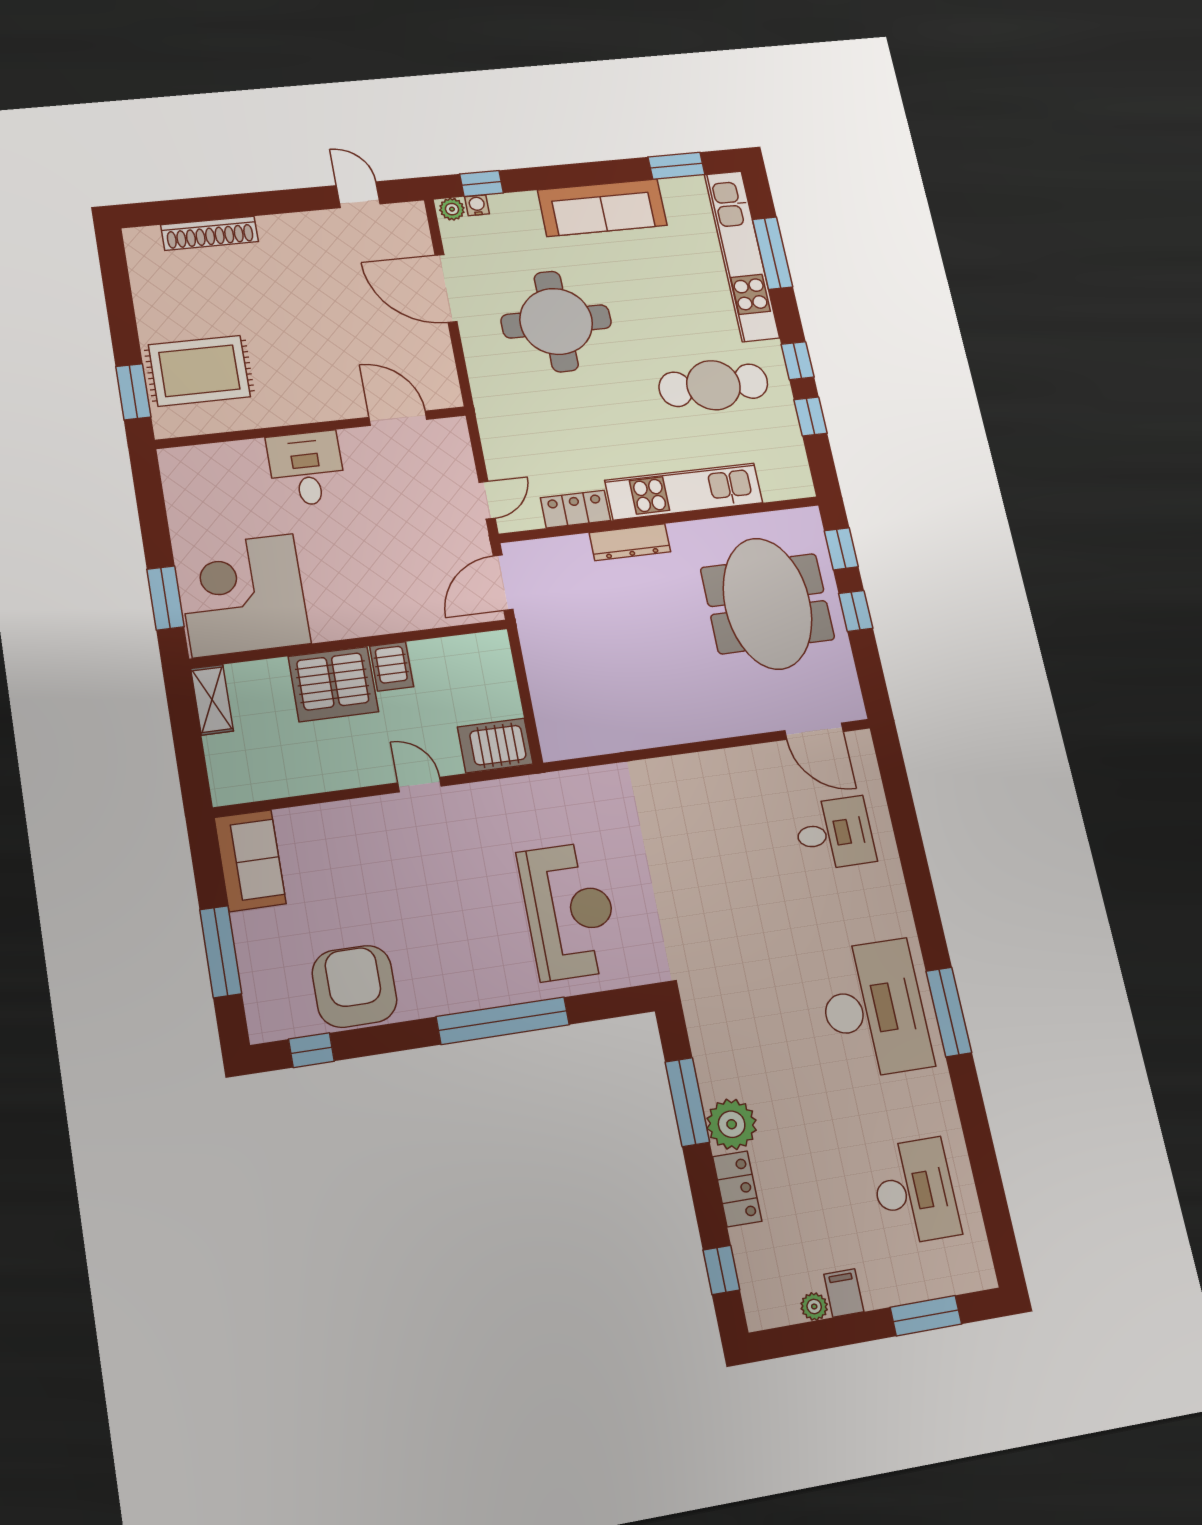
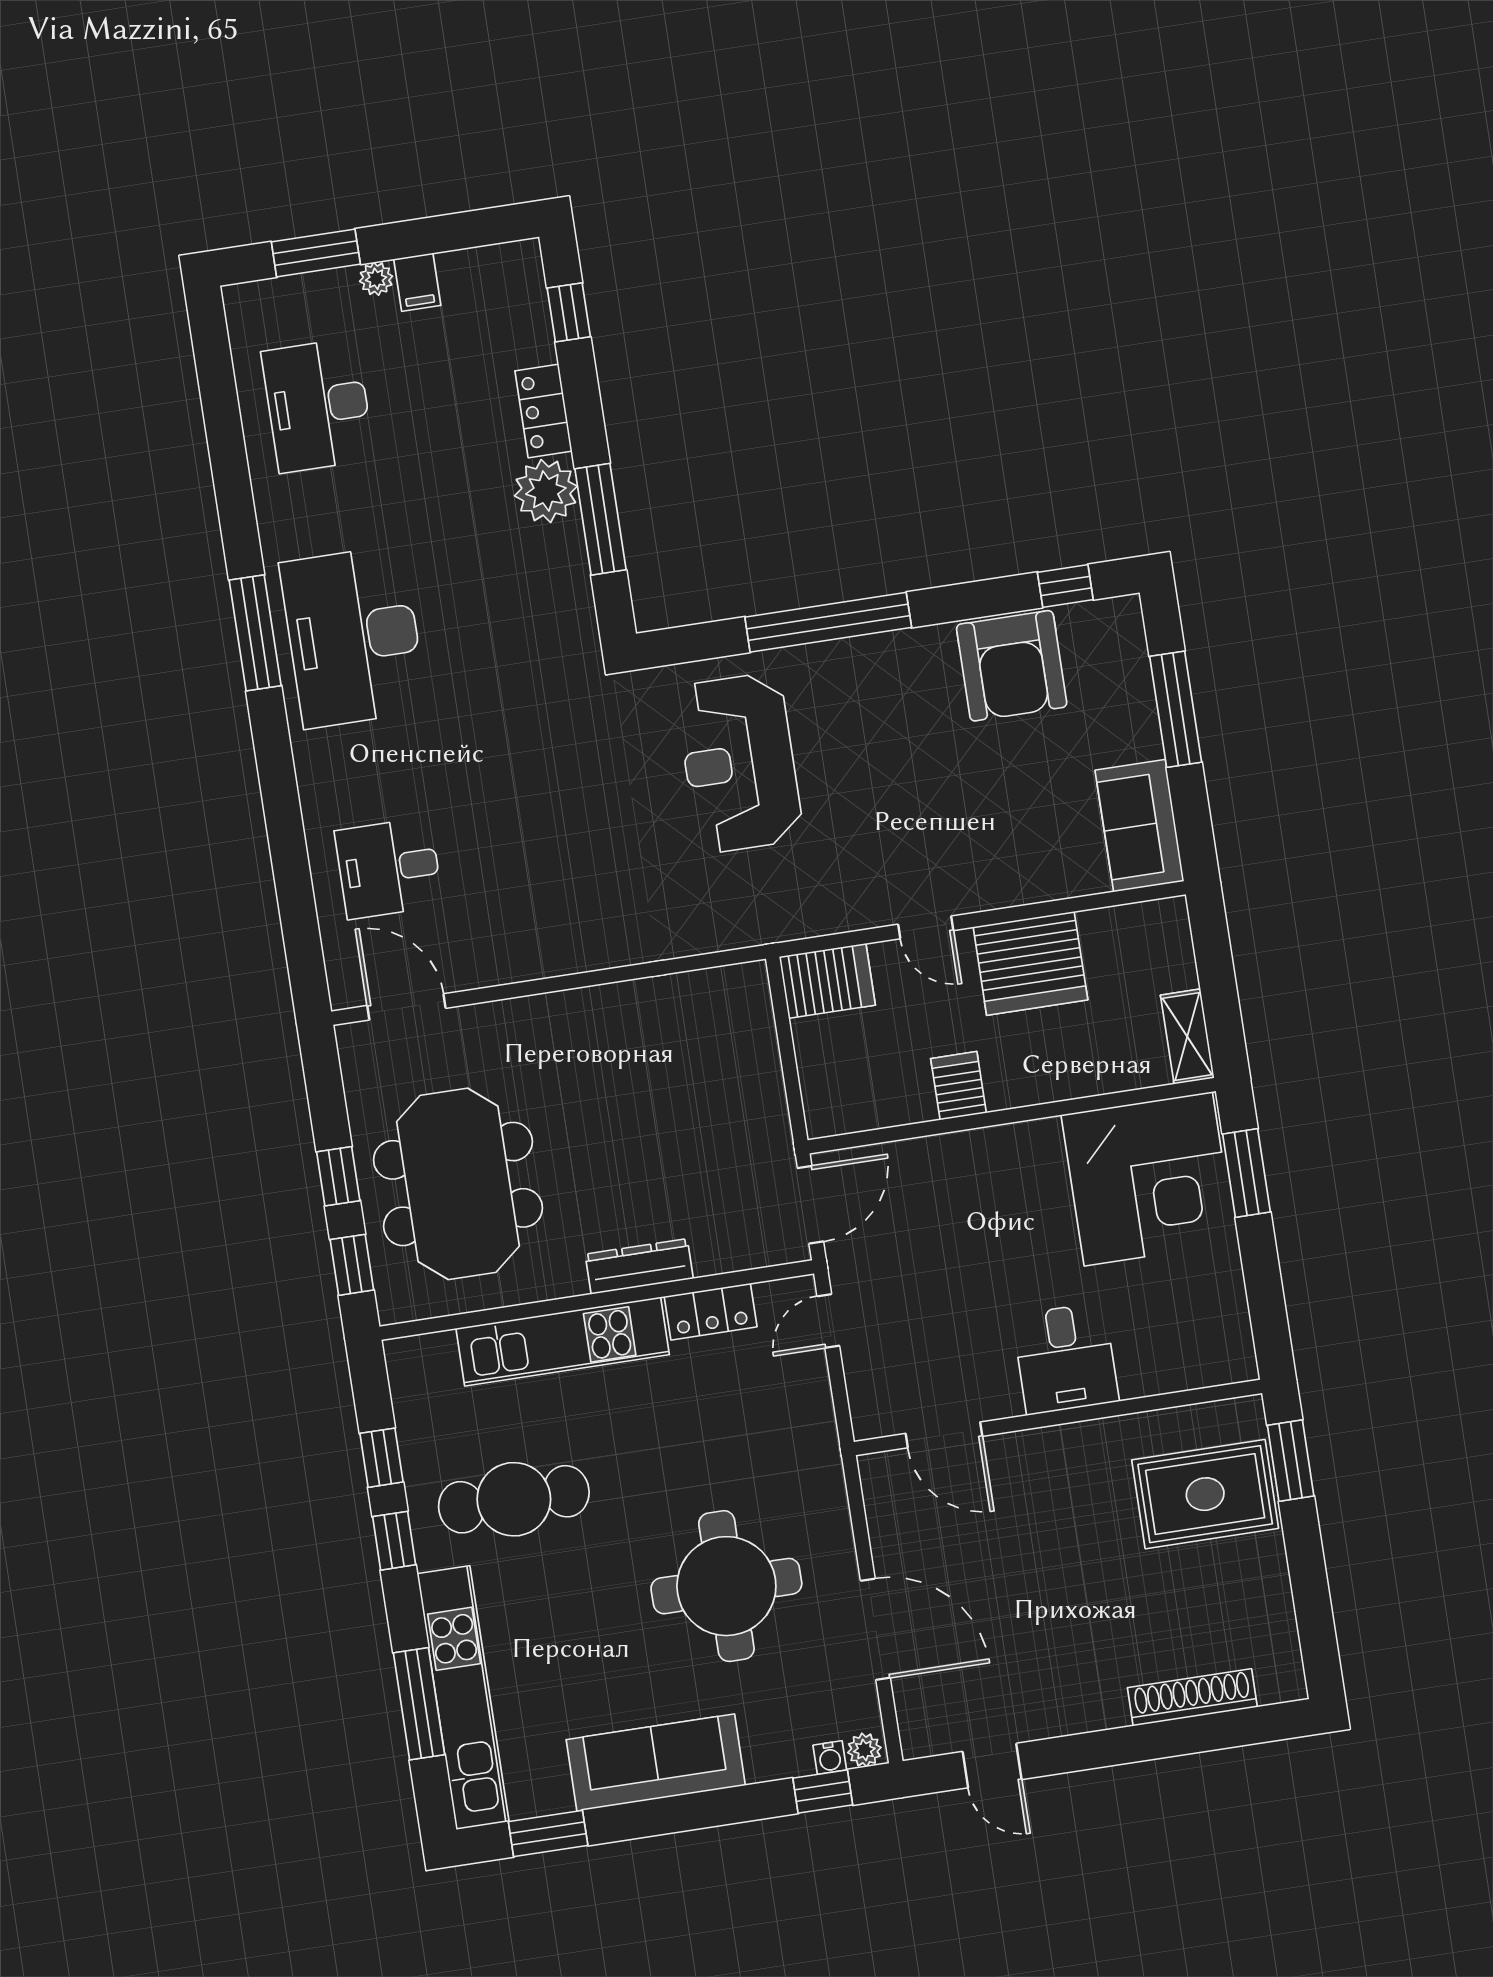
server rack: (333, 684) -> (1030, 963), moved, turned 180
plant: (814, 1306) -> (376, 279), moved

